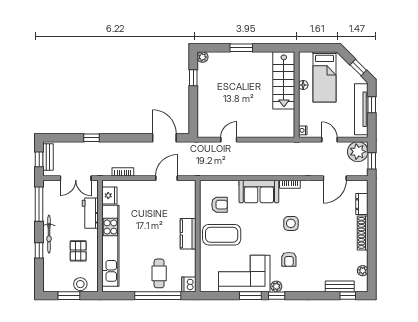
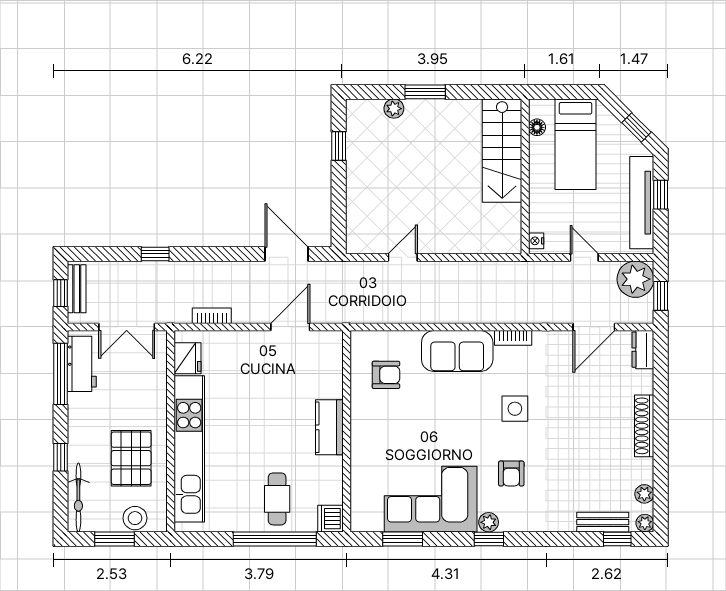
plant: (202, 57) -> (394, 109), moved
floor lamp: (303, 85) -> (537, 127), moved
dresser: (362, 204) -> (643, 350), moved
workbench: (90, 213) -> (82, 364), moved, turned 180
bicycle: (49, 234) -> (78, 497), moved
coffee table: (222, 235) -> (390, 429), removed
pallet: (78, 251) -> (131, 458), width x1.50, depth x1.42
plant: (363, 287) -> (645, 523), added
window: (250, 296) -> (403, 539), moved

